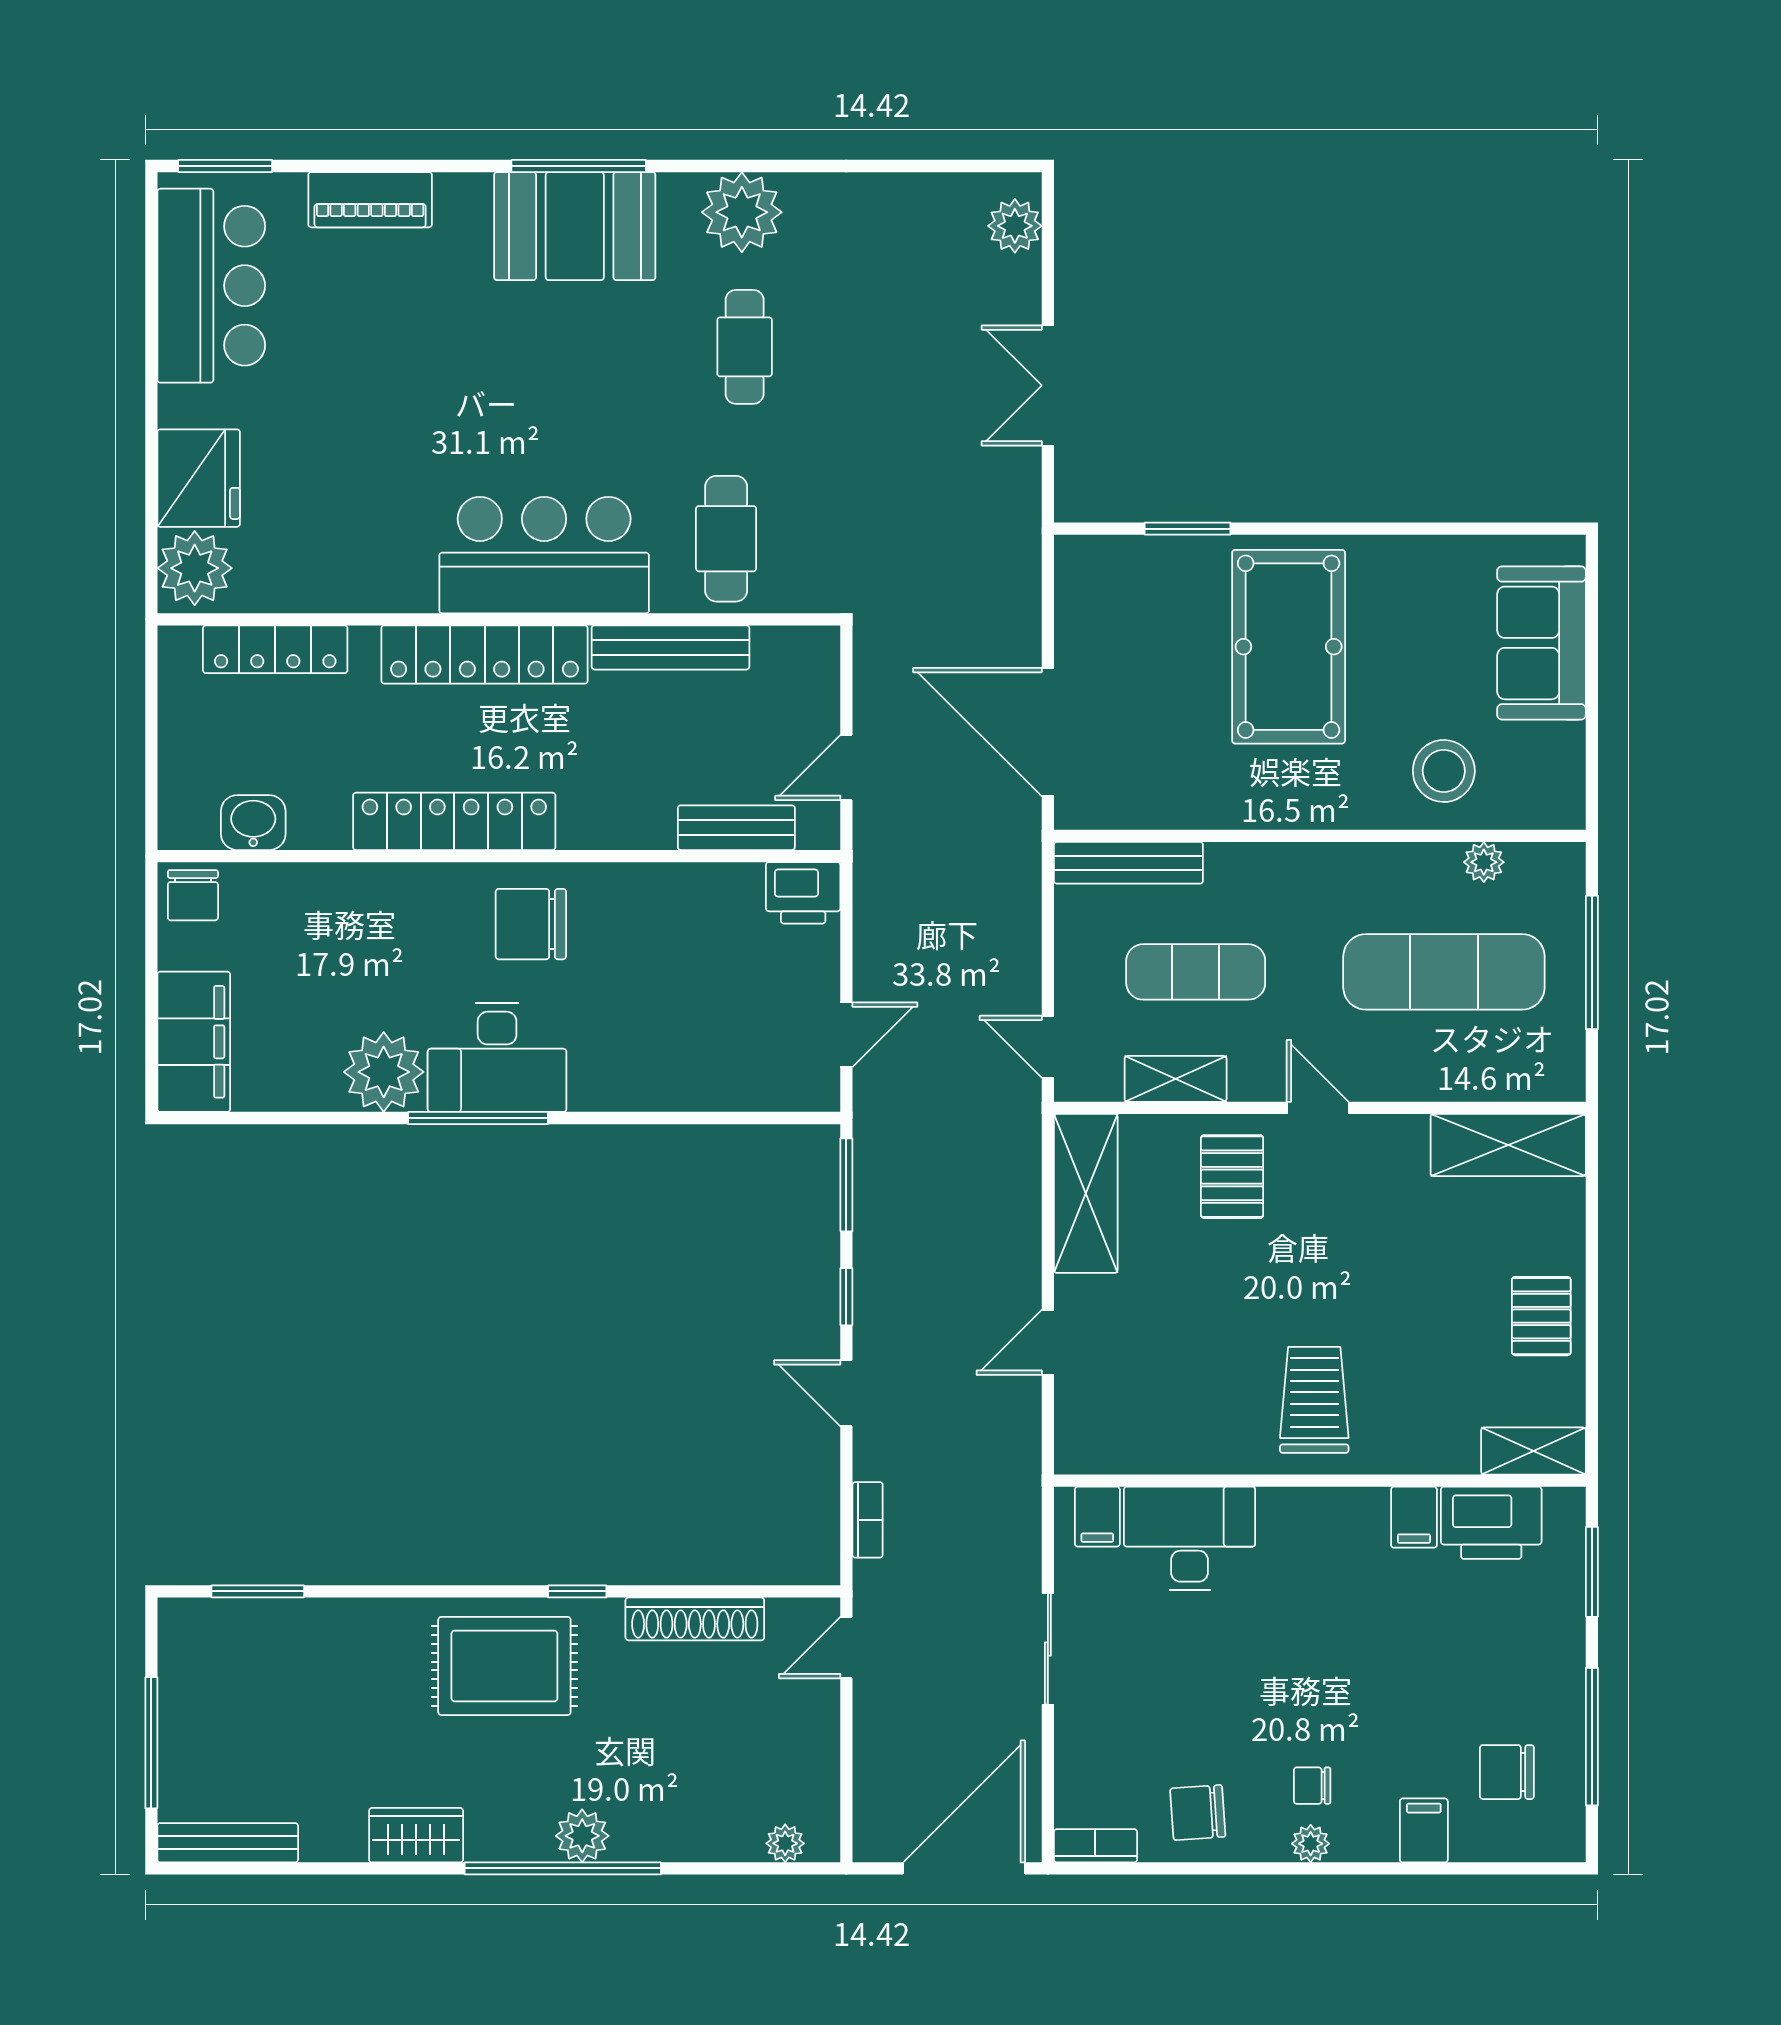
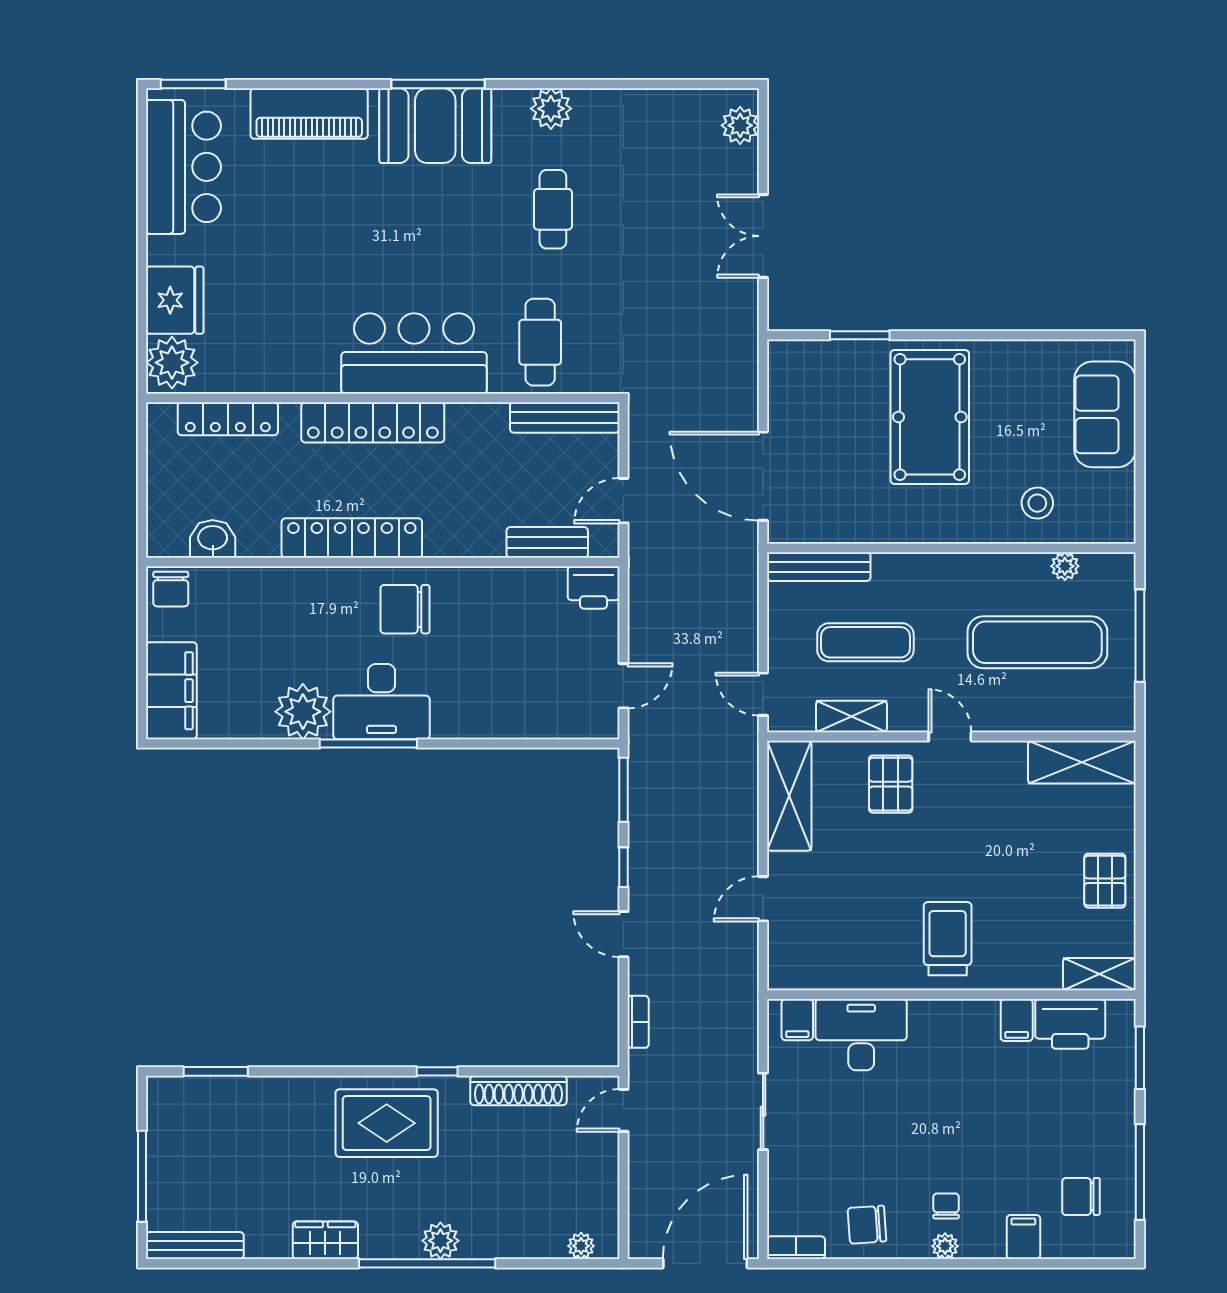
piano: (370, 200) -> (309, 114), width x1.37, depth x1.33
plant: (742, 212) -> (551, 109), width x0.73, depth x0.73
bench: (671, 647) -> (565, 418), moved
stool: (1444, 771) -> (1037, 503), width x0.73, depth x0.73
chair: (1312, 1786) -> (946, 1206), turned 90

